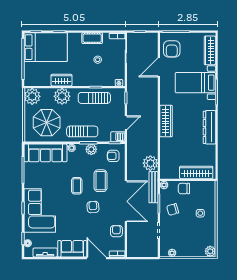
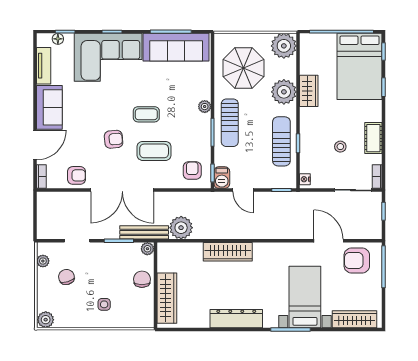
wardrobe: (166, 121) -> (228, 252), moved
plant: (91, 149) -> (202, 137), removed
sofa: (45, 153) -> (176, 47), moved, turned -90
chair: (173, 209) -> (66, 277), moved

